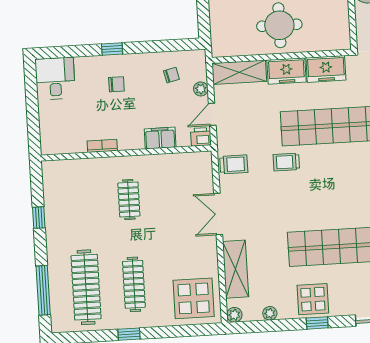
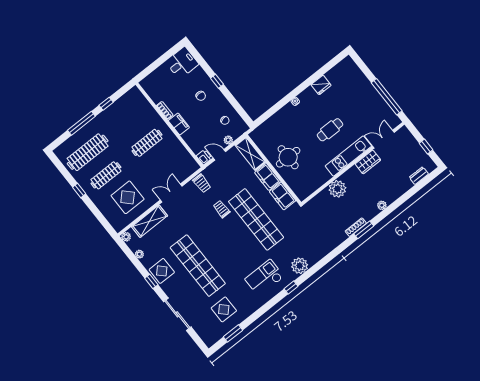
filing cabinet: (160, 138) -> (179, 124), moved
clothes rail: (129, 200) -> (147, 143), width x1.36
window: (43, 290) -> (81, 123), moved
display table: (194, 298) -> (128, 197), moved

